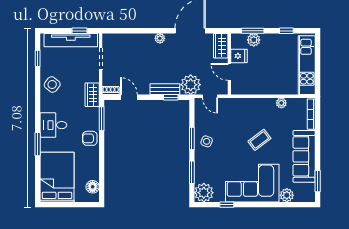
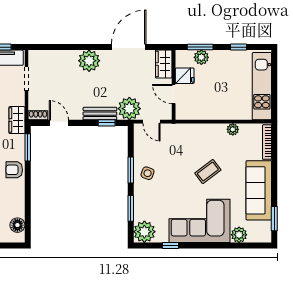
plant: (160, 38) -> (89, 61), width x1.88, depth x1.88

